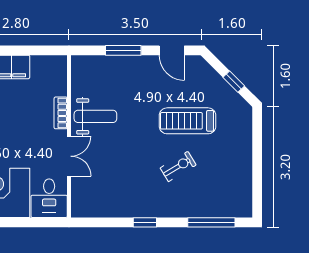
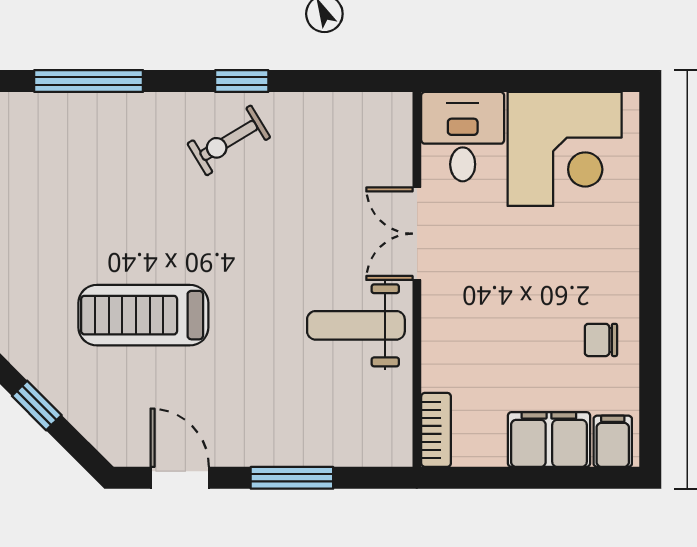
bookcase: (61, 113) -> (436, 430), moved
treadmill: (188, 121) -> (143, 315), turned 180
exercise bike: (178, 166) -> (229, 140), moved

